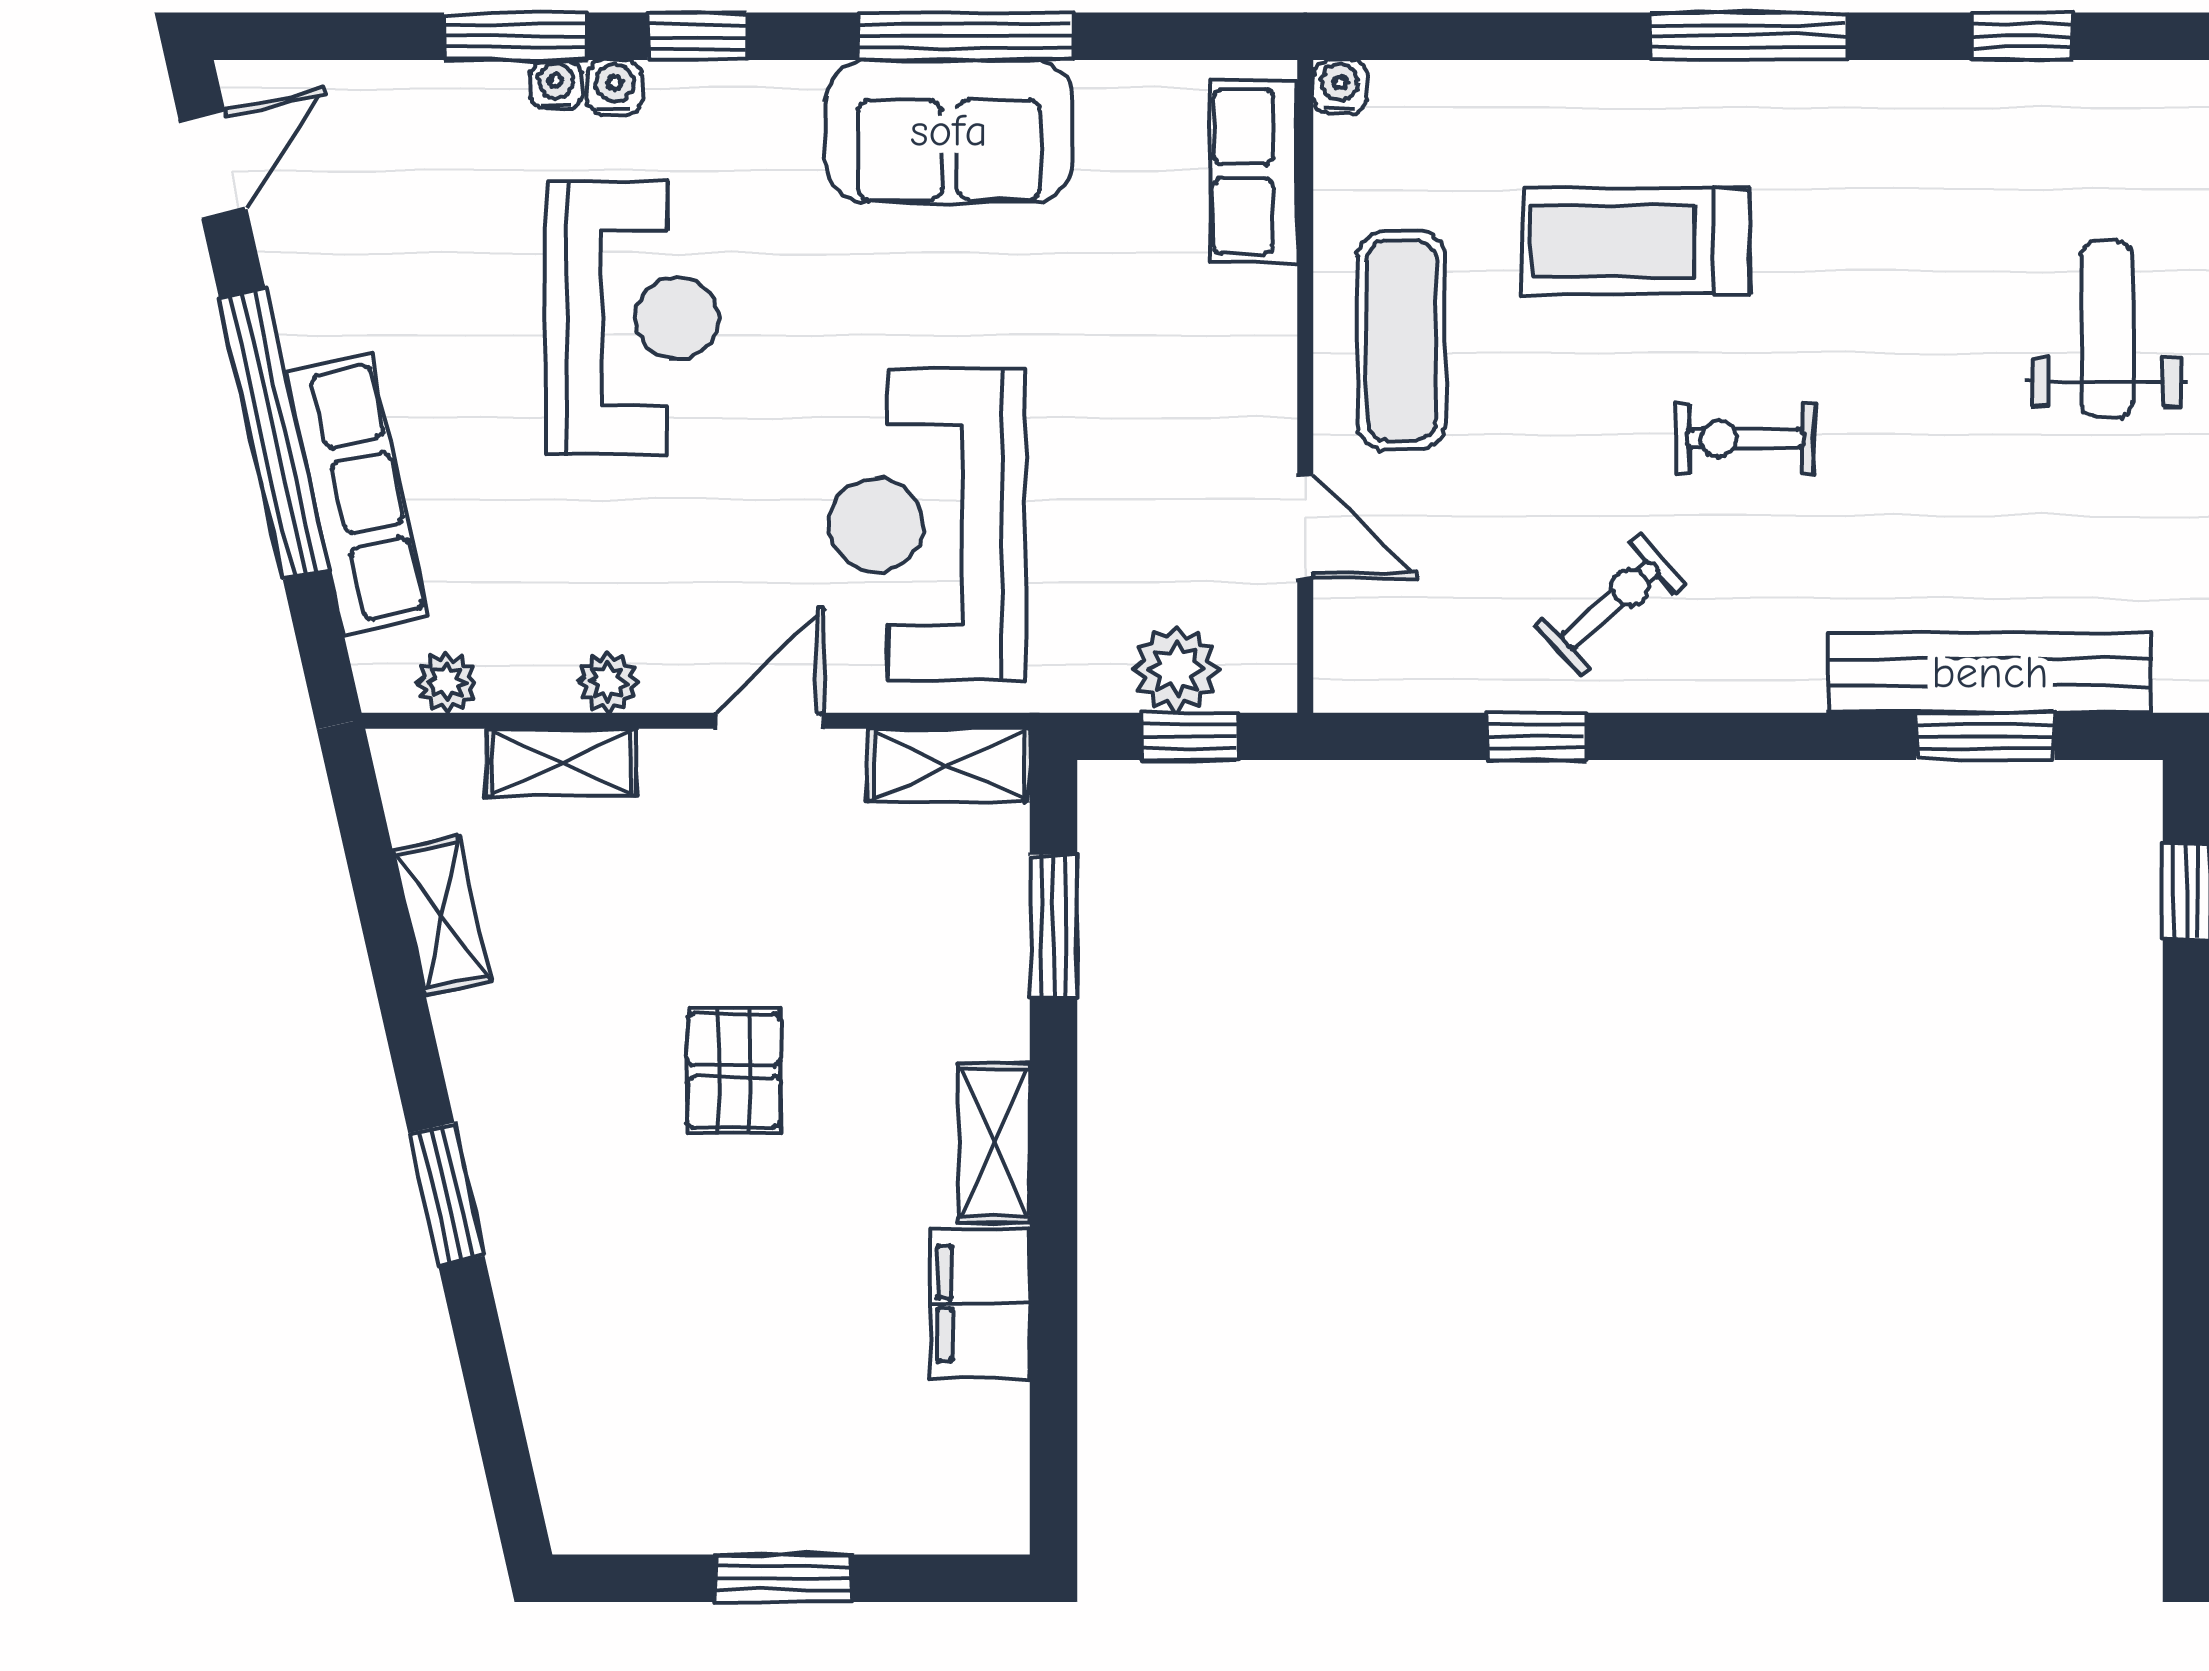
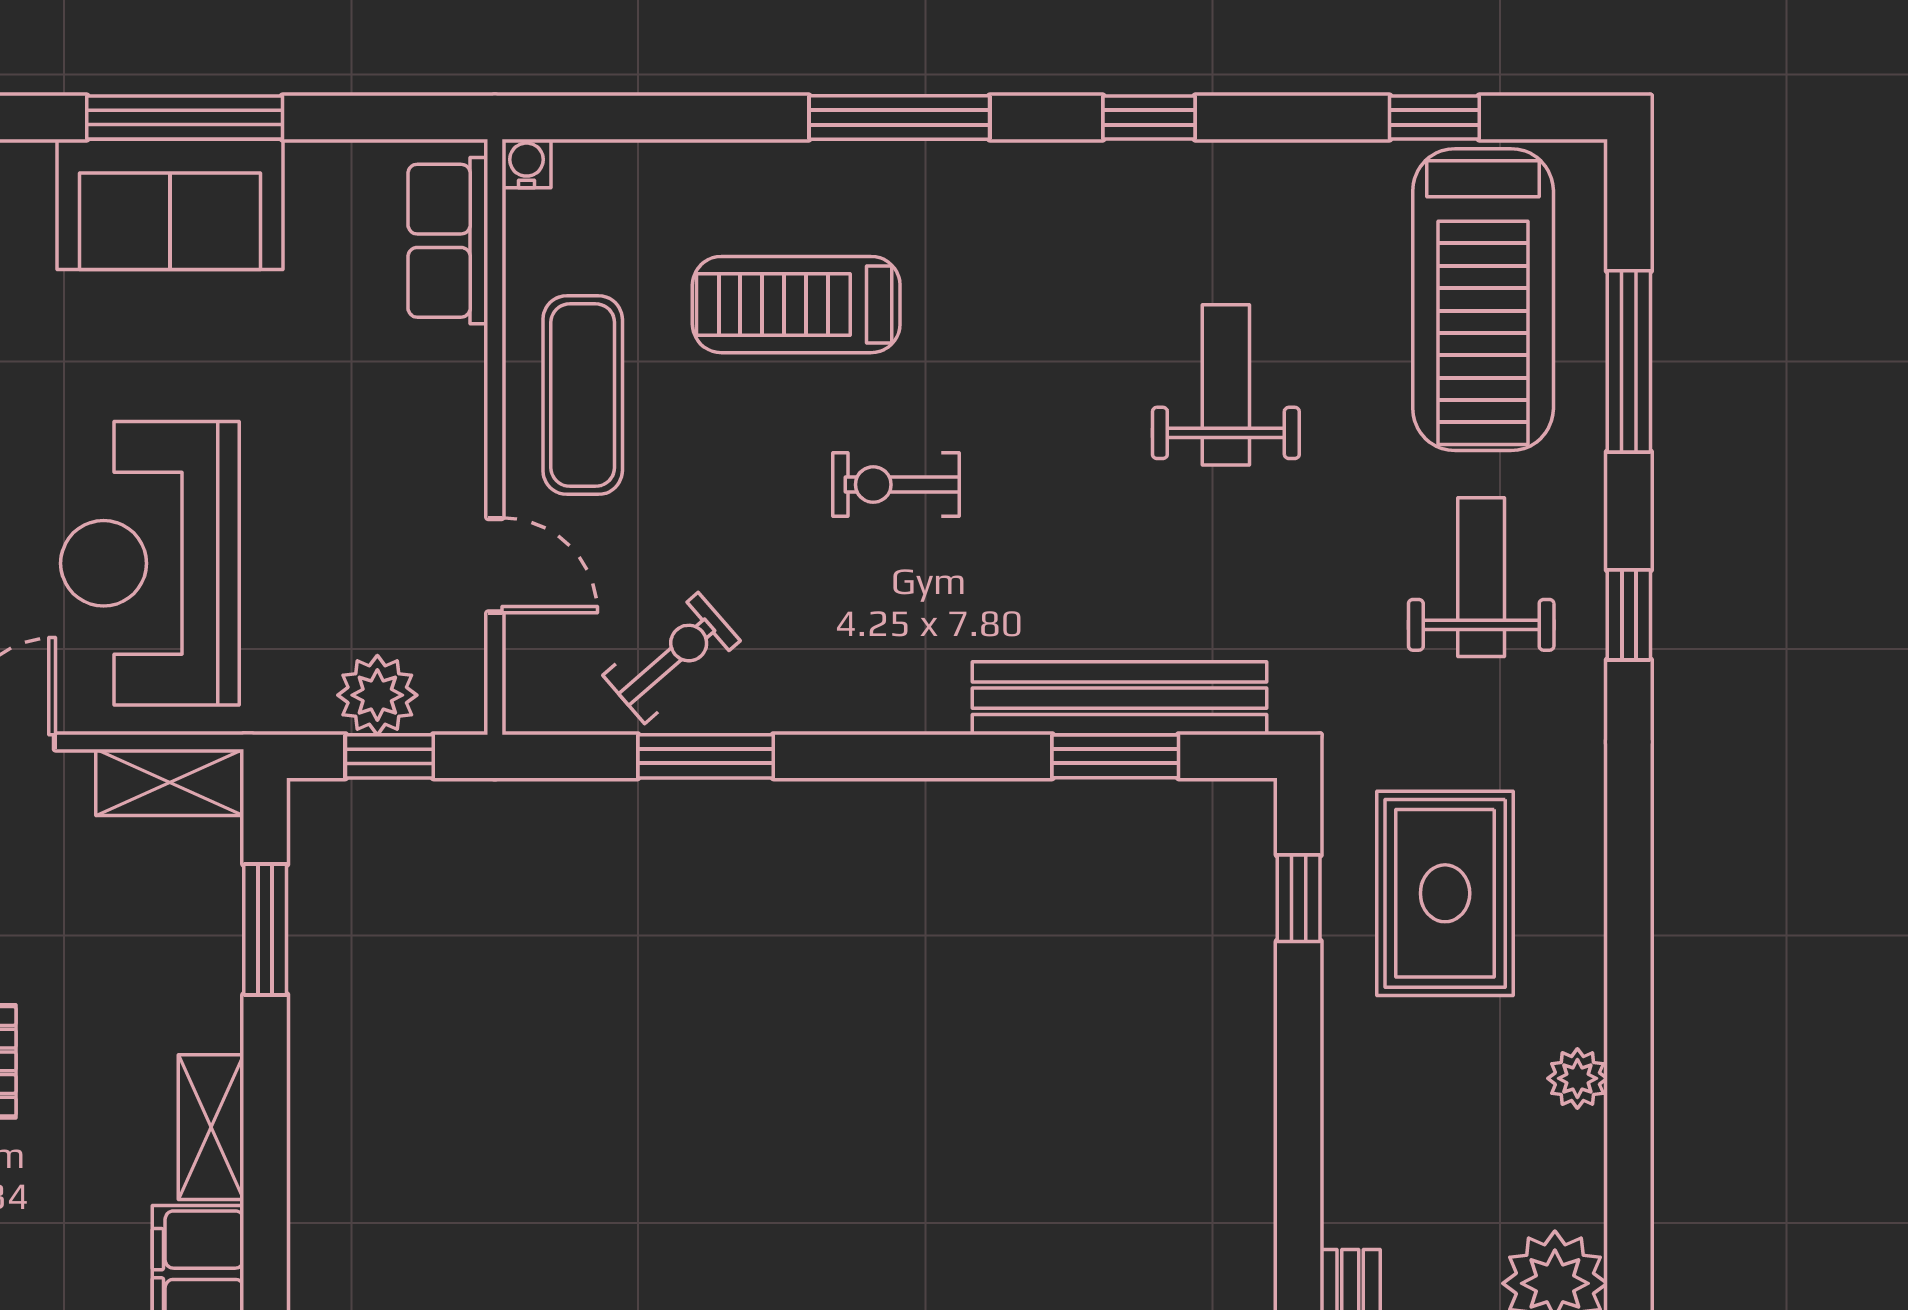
exercise bike: (1610, 605) -> (671, 658), moved
window: (1536, 736) -> (706, 756), width x1.50

